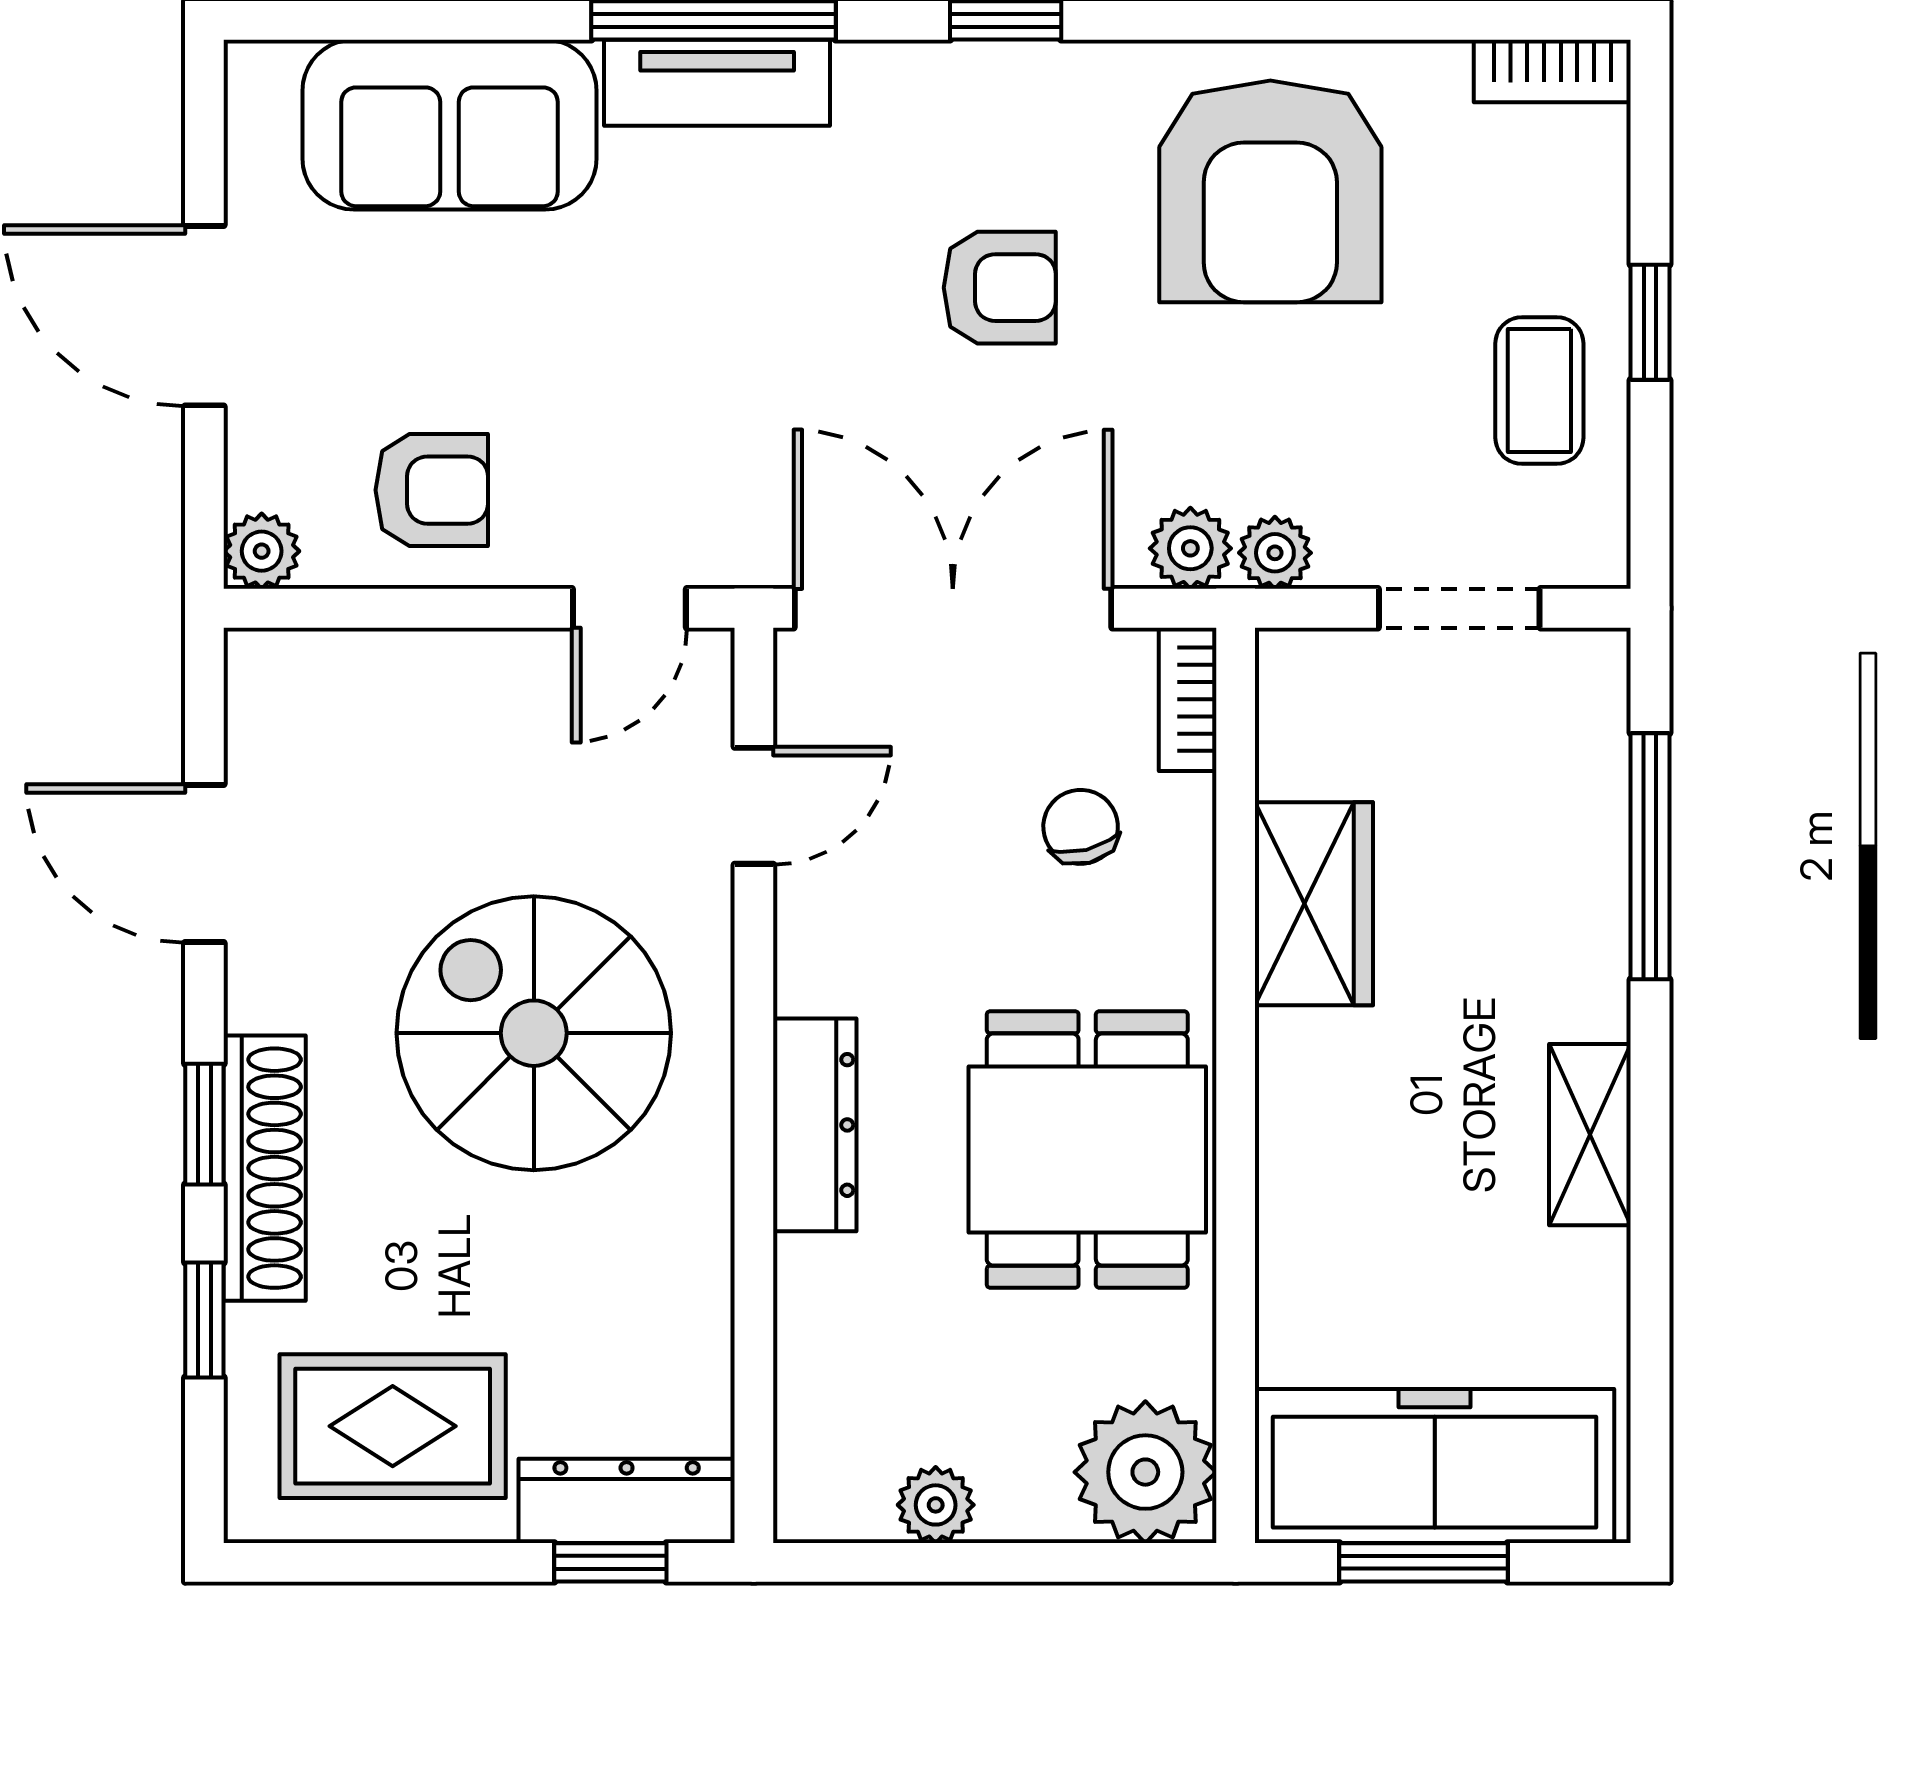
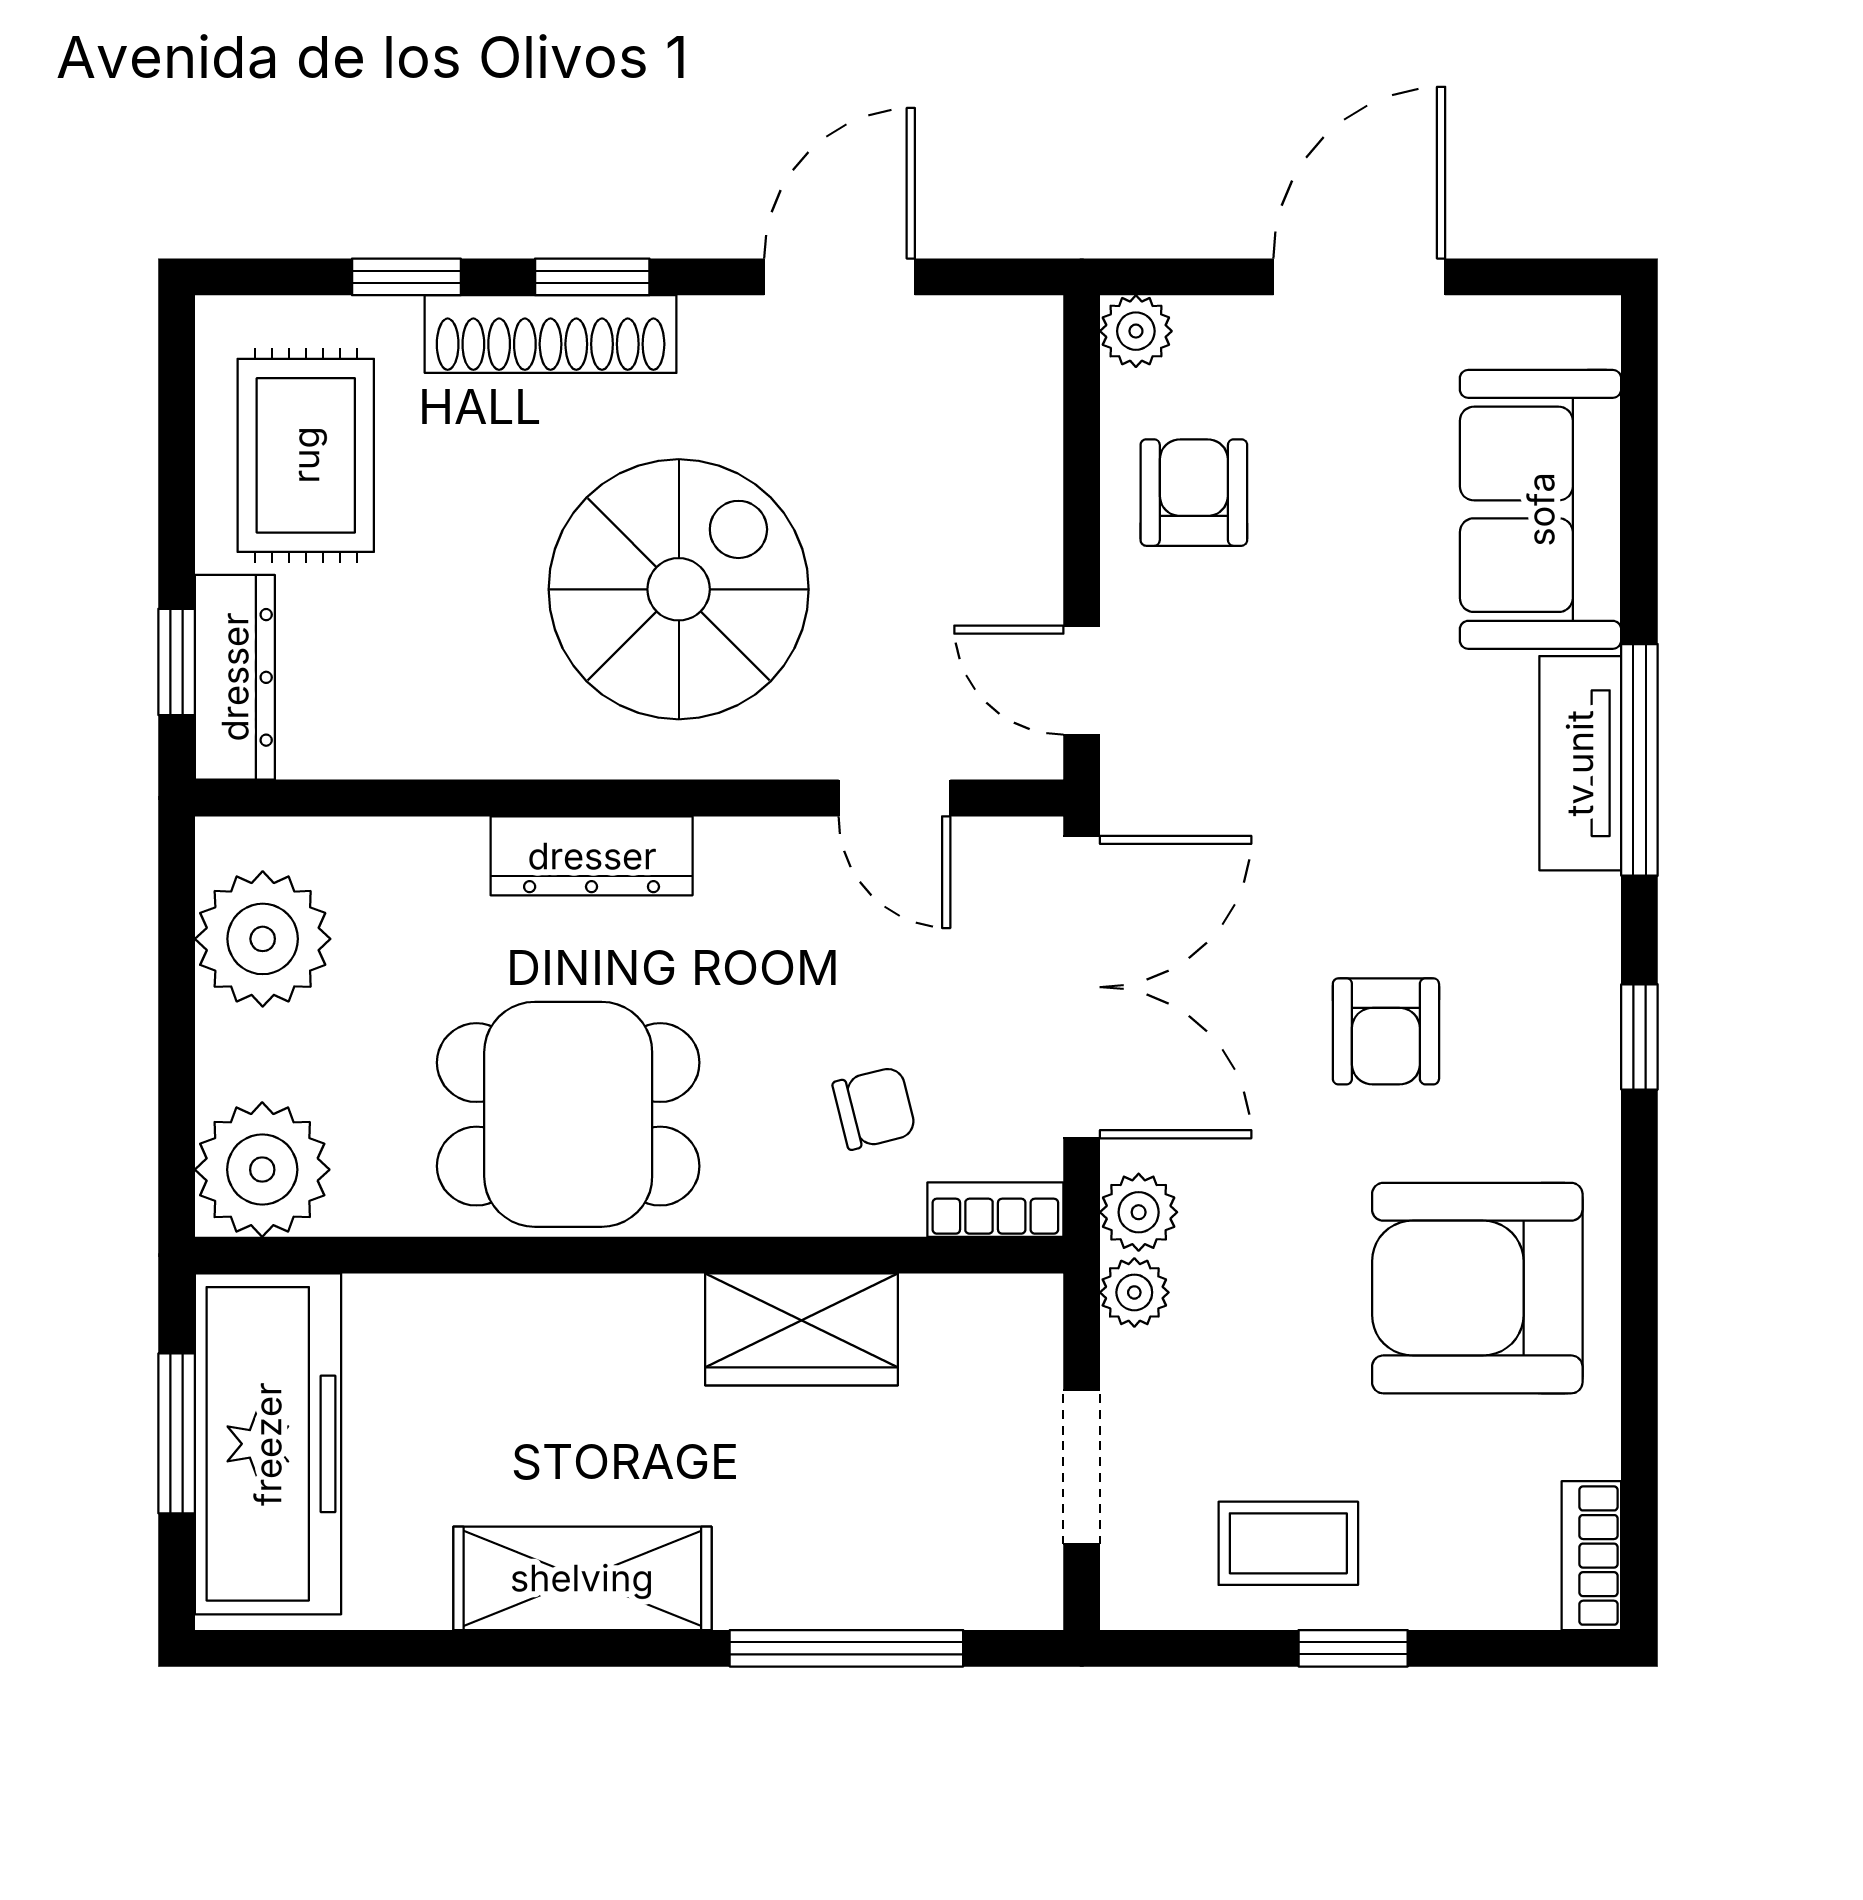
armchair: (432, 490) -> (1194, 493), turned 180
shelving: (1590, 1135) -> (582, 1578), width x1.50, depth x1.33
plant: (936, 1505) -> (263, 939), width x1.88, depth x1.88

